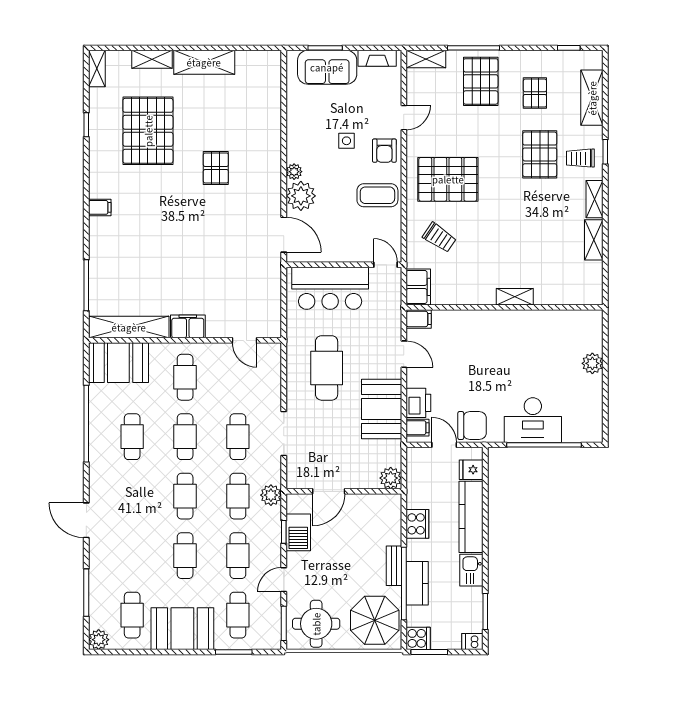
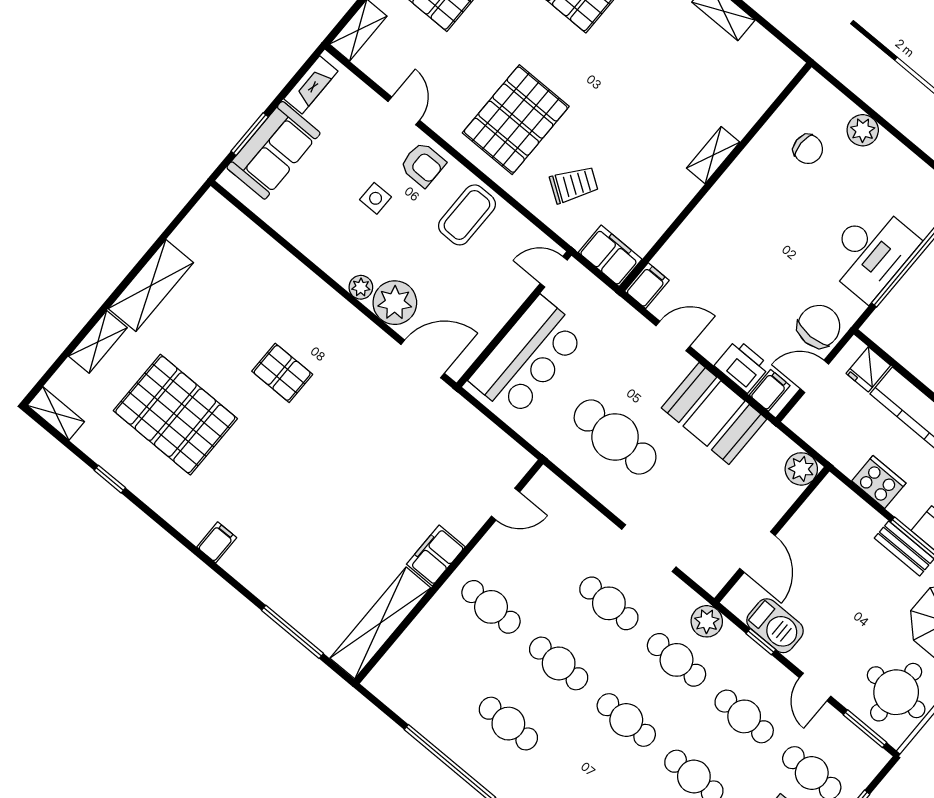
chair: (559, 343) -> (808, 149), added
booth: (118, 363) -> (411, 669), removed

